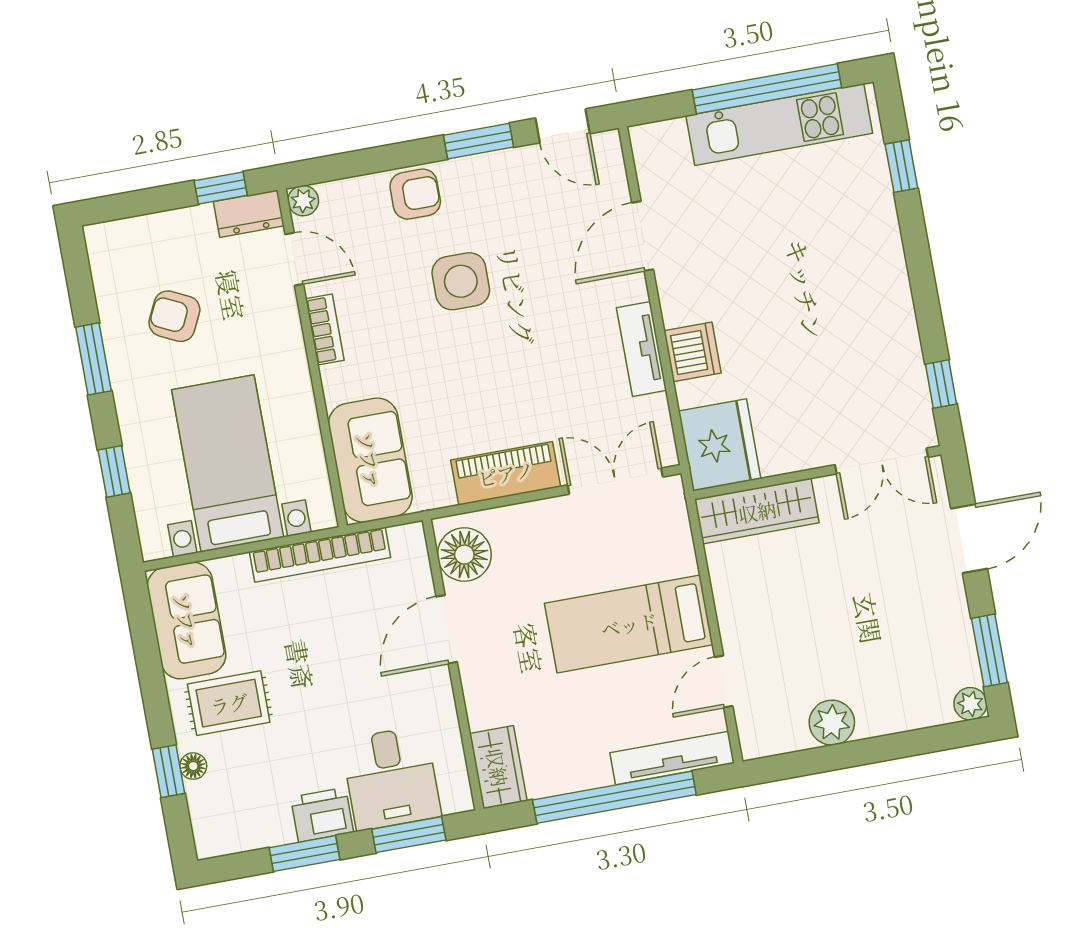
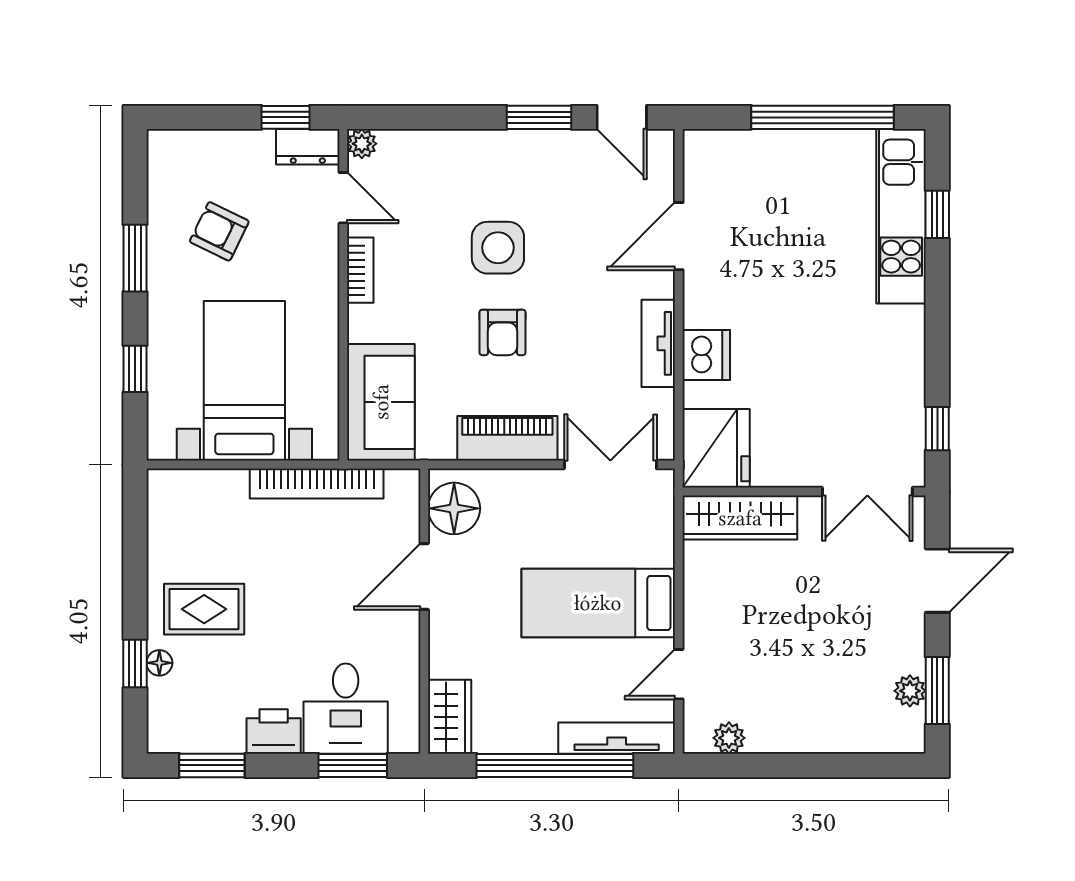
kitchen unit: (779, 125) -> (901, 216), moved, turned 90
armchair: (415, 194) -> (502, 332), moved, turned 90
sofa: (187, 621) -> (178, 523), removed
plant: (970, 704) -> (910, 691), moved
plant: (832, 723) -> (729, 738), moved, width x0.73, depth x0.73
window: (305, 854) -> (212, 765), moved

